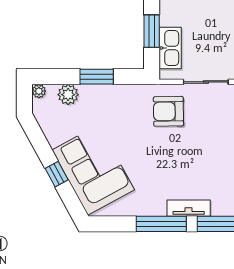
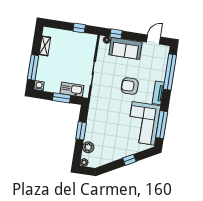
armchair: (168, 111) -> (130, 86), moved, turned 91
corner sofa: (93, 170) -> (143, 123), moved, turned -61
window: (161, 224) -> (162, 125), moved

